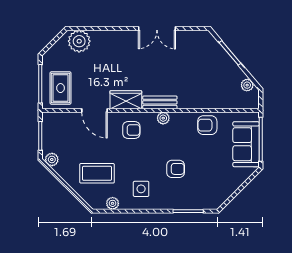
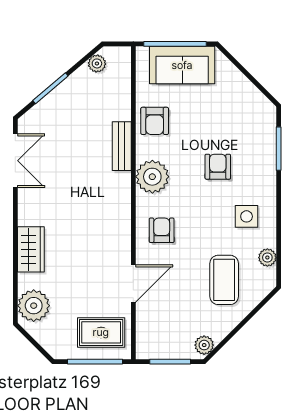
double door: (157, 29) -> (15, 161), moved
wardrobe: (126, 100) -> (31, 249), moved, turned 180
bench: (160, 102) -> (122, 146), moved
plant: (163, 118) -> (152, 177), width x1.87, depth x1.87

